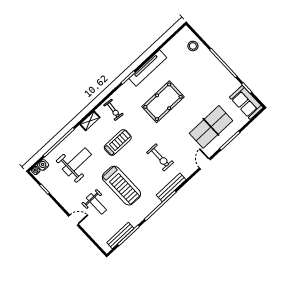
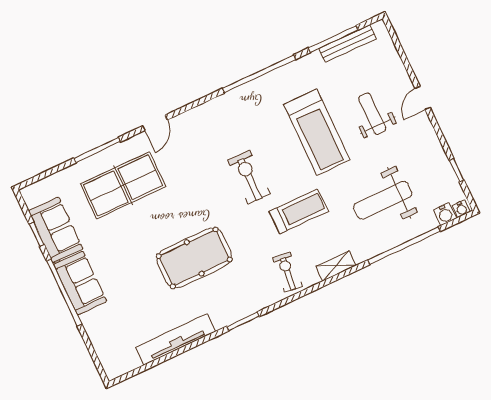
stool: (193, 46) -> (109, 340), removed
tv unit: (148, 68) -> (175, 339), moved
sofa: (217, 70) -> (80, 283), added
sofa: (246, 102) -> (56, 230), moved
treadmill: (118, 142) -> (299, 211), turned 180
exercise bike: (160, 157) -> (249, 177), moved
treadmill: (121, 186) -> (317, 132), turned 180
bench: (171, 187) -> (229, 100), removed
door: (73, 220) -> (423, 98), hinge flipped

